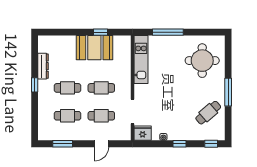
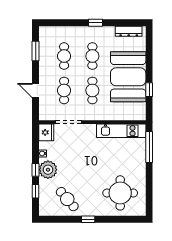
window: (168, 32) -> (149, 147), moved
booth: (94, 48) -> (128, 77), width x1.36, depth x1.42
dresser: (43, 66) -> (129, 31), moved
window: (228, 92) -> (88, 219), width x0.46
plant: (179, 132) -> (48, 170), added
window: (211, 144) -> (36, 191), moved

